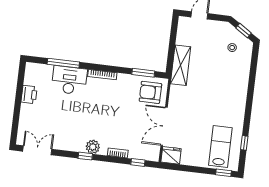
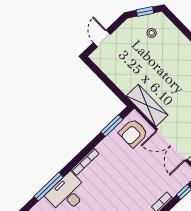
shelving: (181, 65) -> (147, 105), moved

